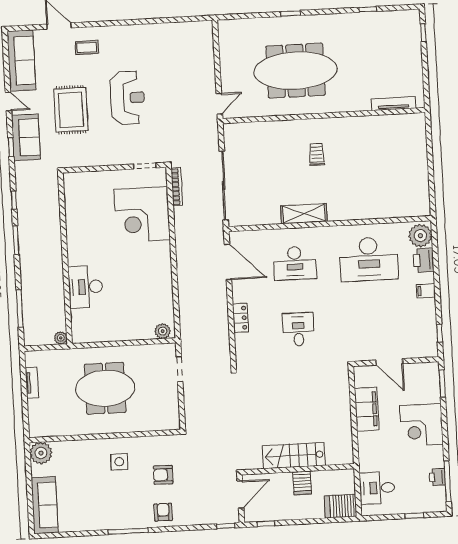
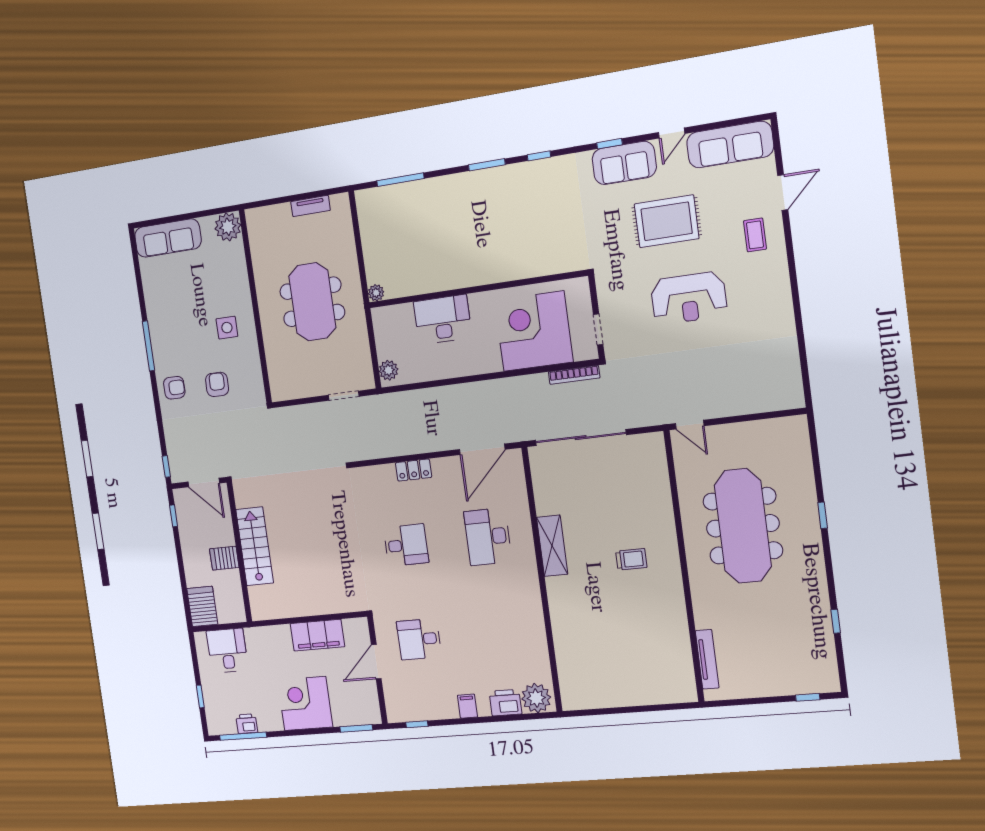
wall: (65, 258) -> (477, 289), moved
desk: (369, 259) -> (419, 639), moved, width x0.53, depth x0.77
desk: (86, 287) -> (443, 320), moved
plant: (61, 338) -> (376, 293), moved

